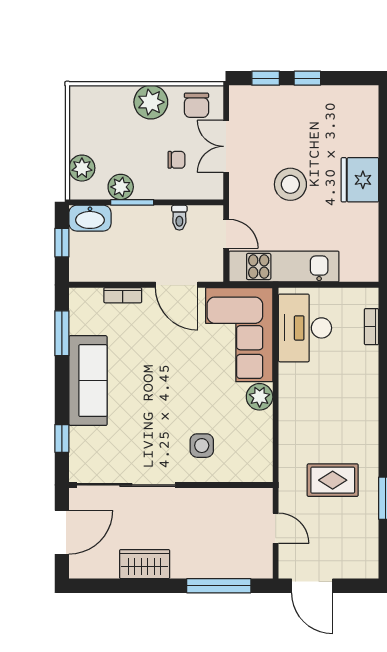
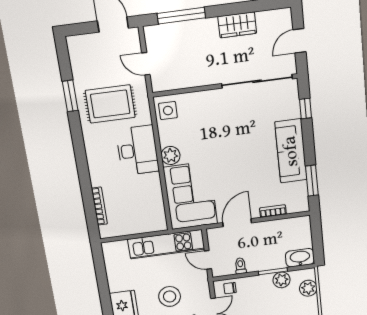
chair: (176, 160) -> (230, 288), moved
window: (62, 243) -> (317, 240), removed
door: (177, 285) -> (237, 223), hinge flipped
bookcase: (371, 327) -> (99, 206), width x1.56
desk: (305, 328) -> (137, 150), moved
side table: (202, 446) -> (168, 111), moved
rug: (333, 480) -> (110, 104), width x1.36, depth x1.43
door: (62, 532) -> (299, 41), width x0.73

